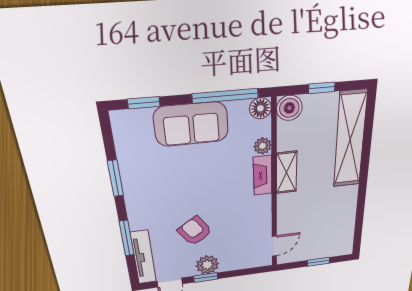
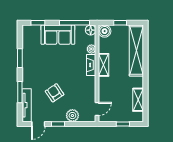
shelving: (346, 223) -> (138, 100), added
plant: (207, 265) -> (72, 116), moved

